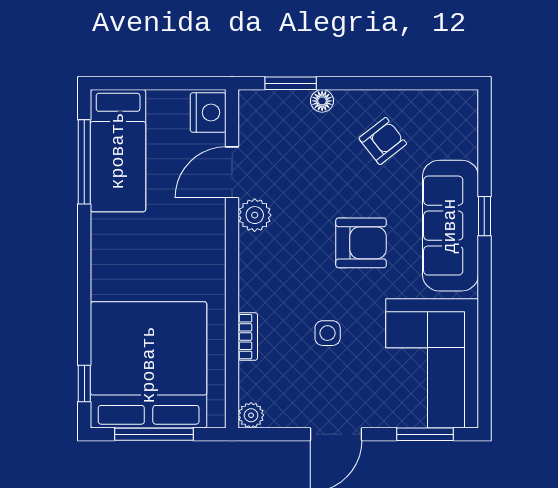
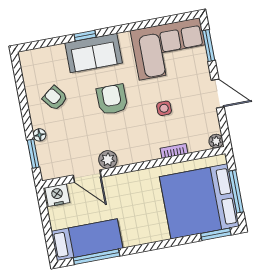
sofa: (450, 226) -> (94, 53), width x0.73
window: (84, 383) -> (216, 234), width x1.50

